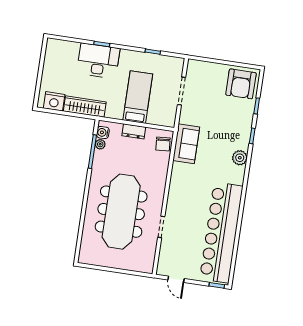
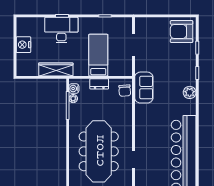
armchair: (241, 84) -> (182, 32), turned 90
nightstand: (54, 101) -> (23, 45), moved, turned 90

